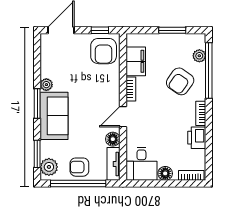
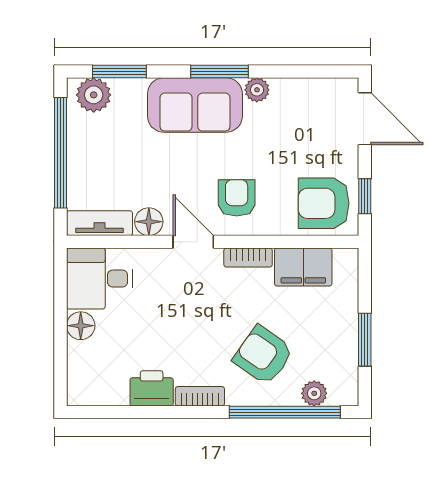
armchair: (79, 167) -> (237, 198), moved
bookcase: (191, 175) -> (77, 377), removed

